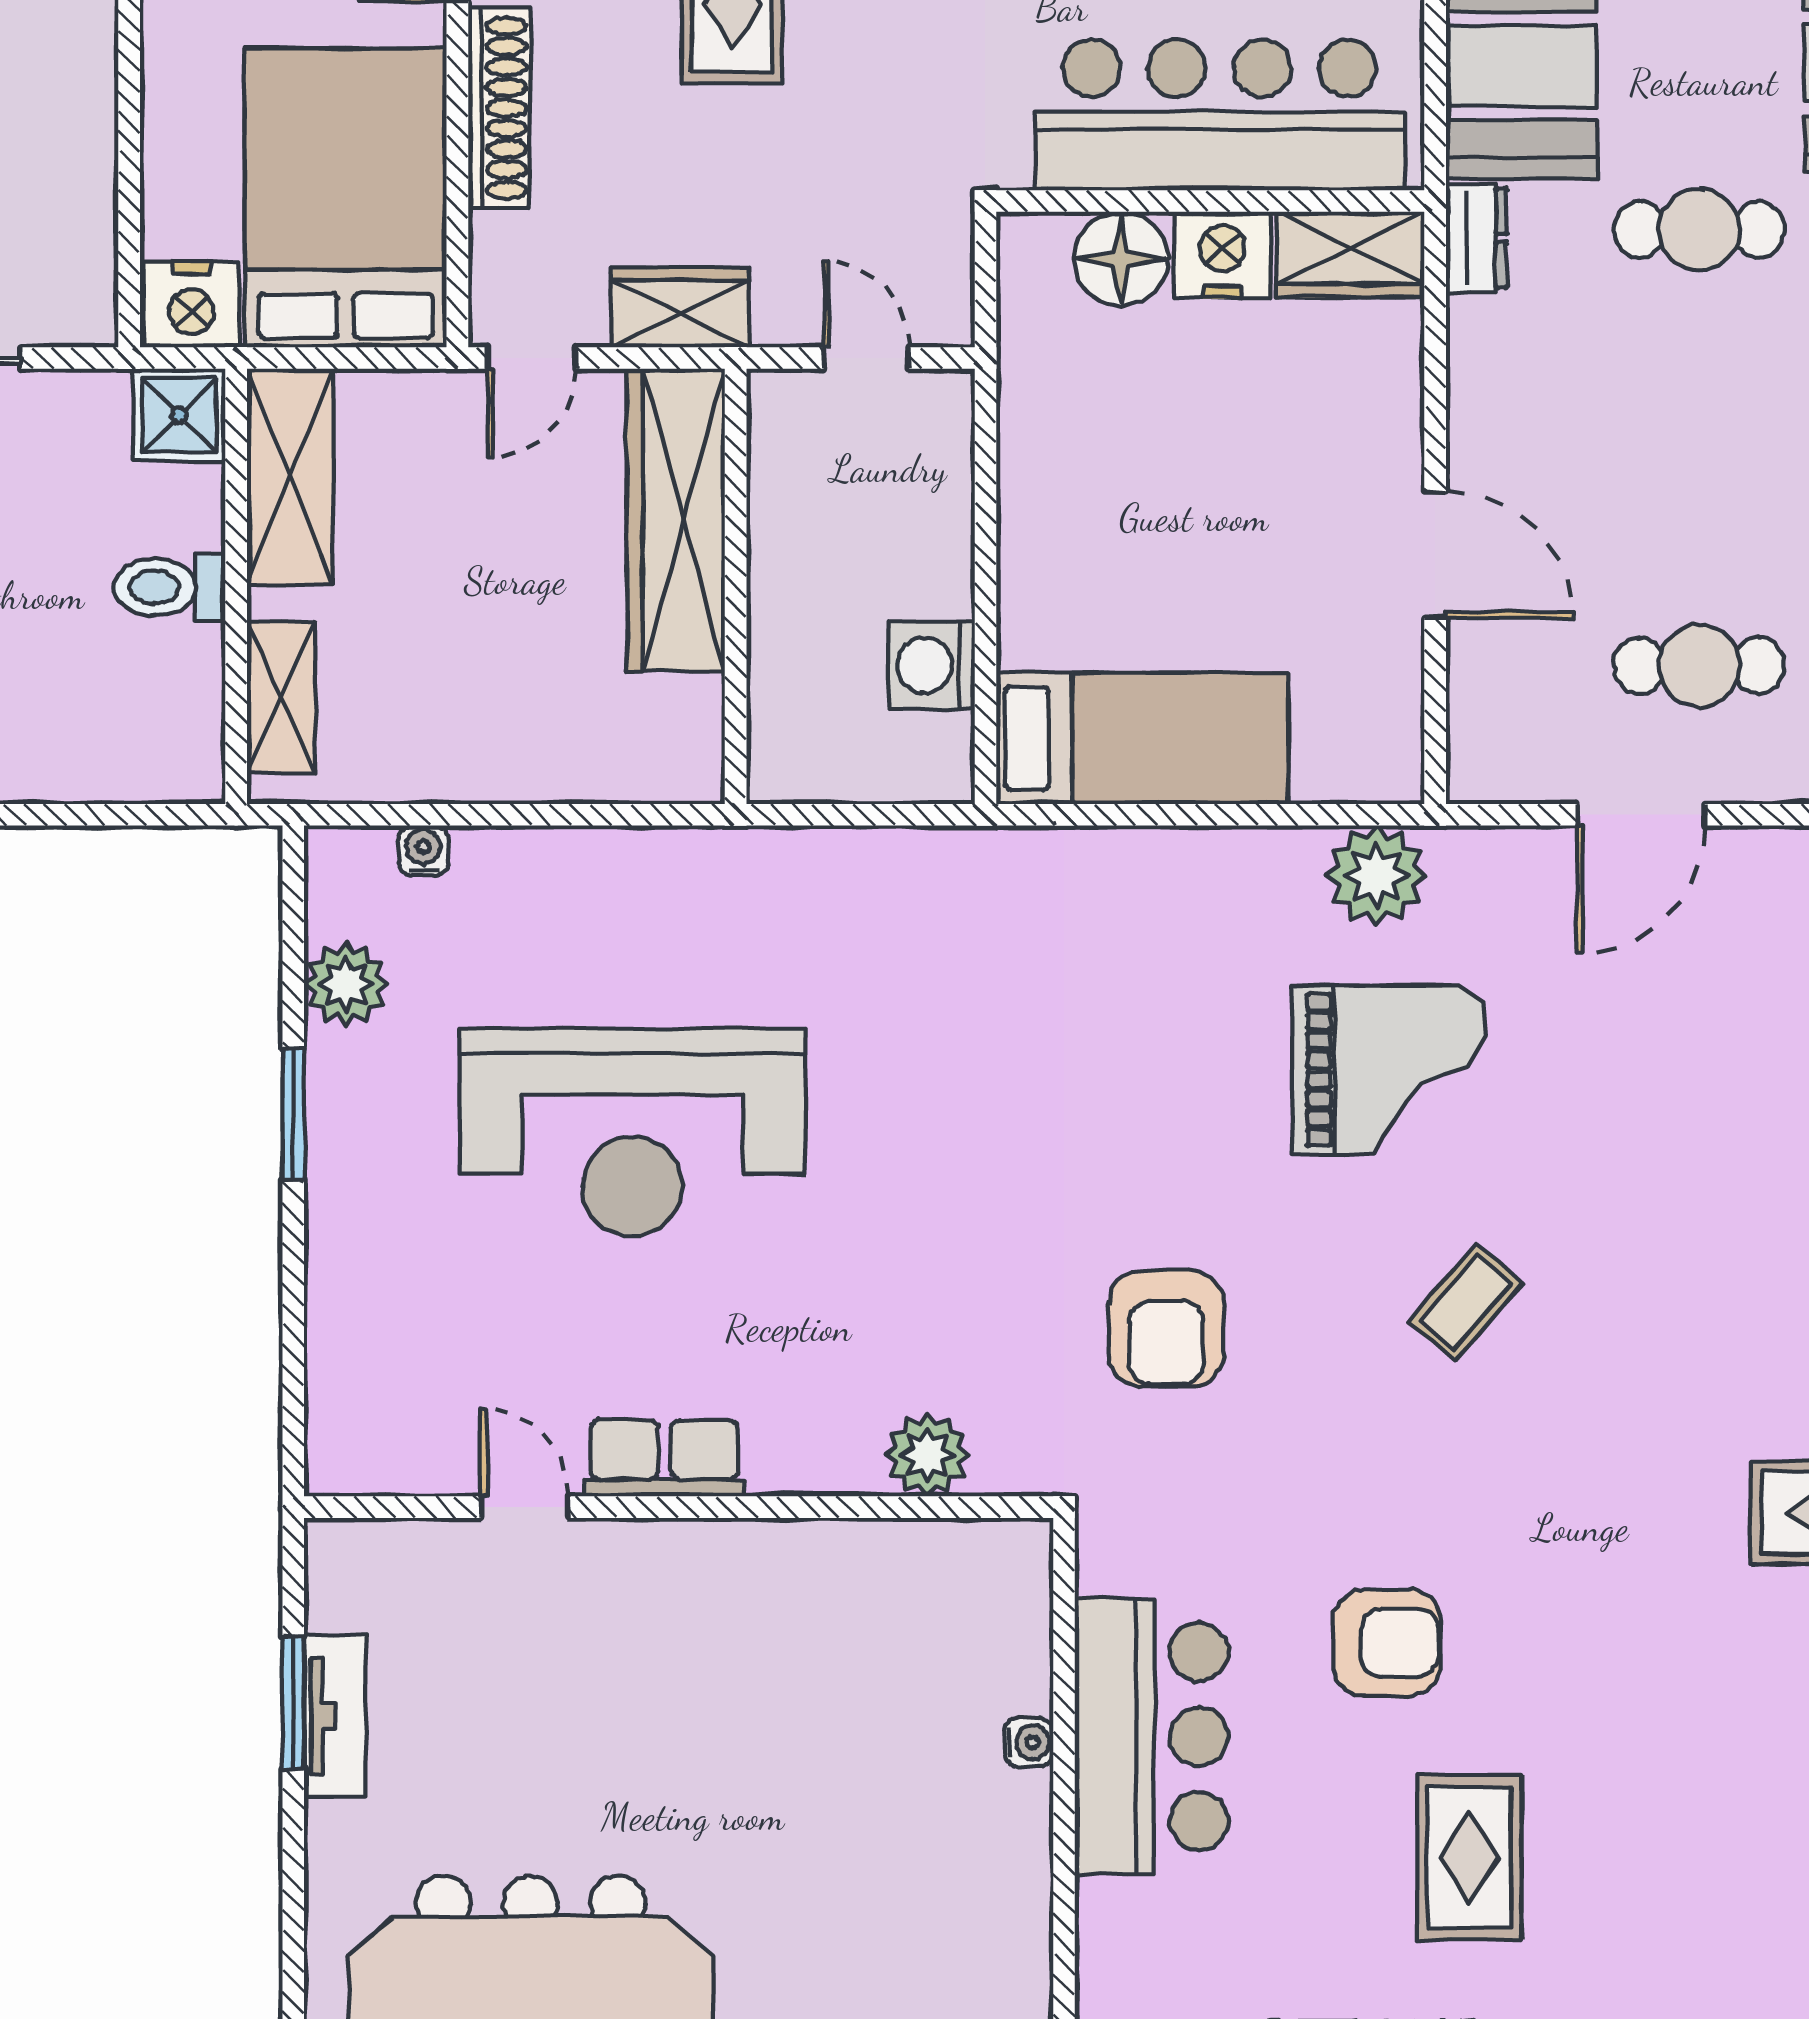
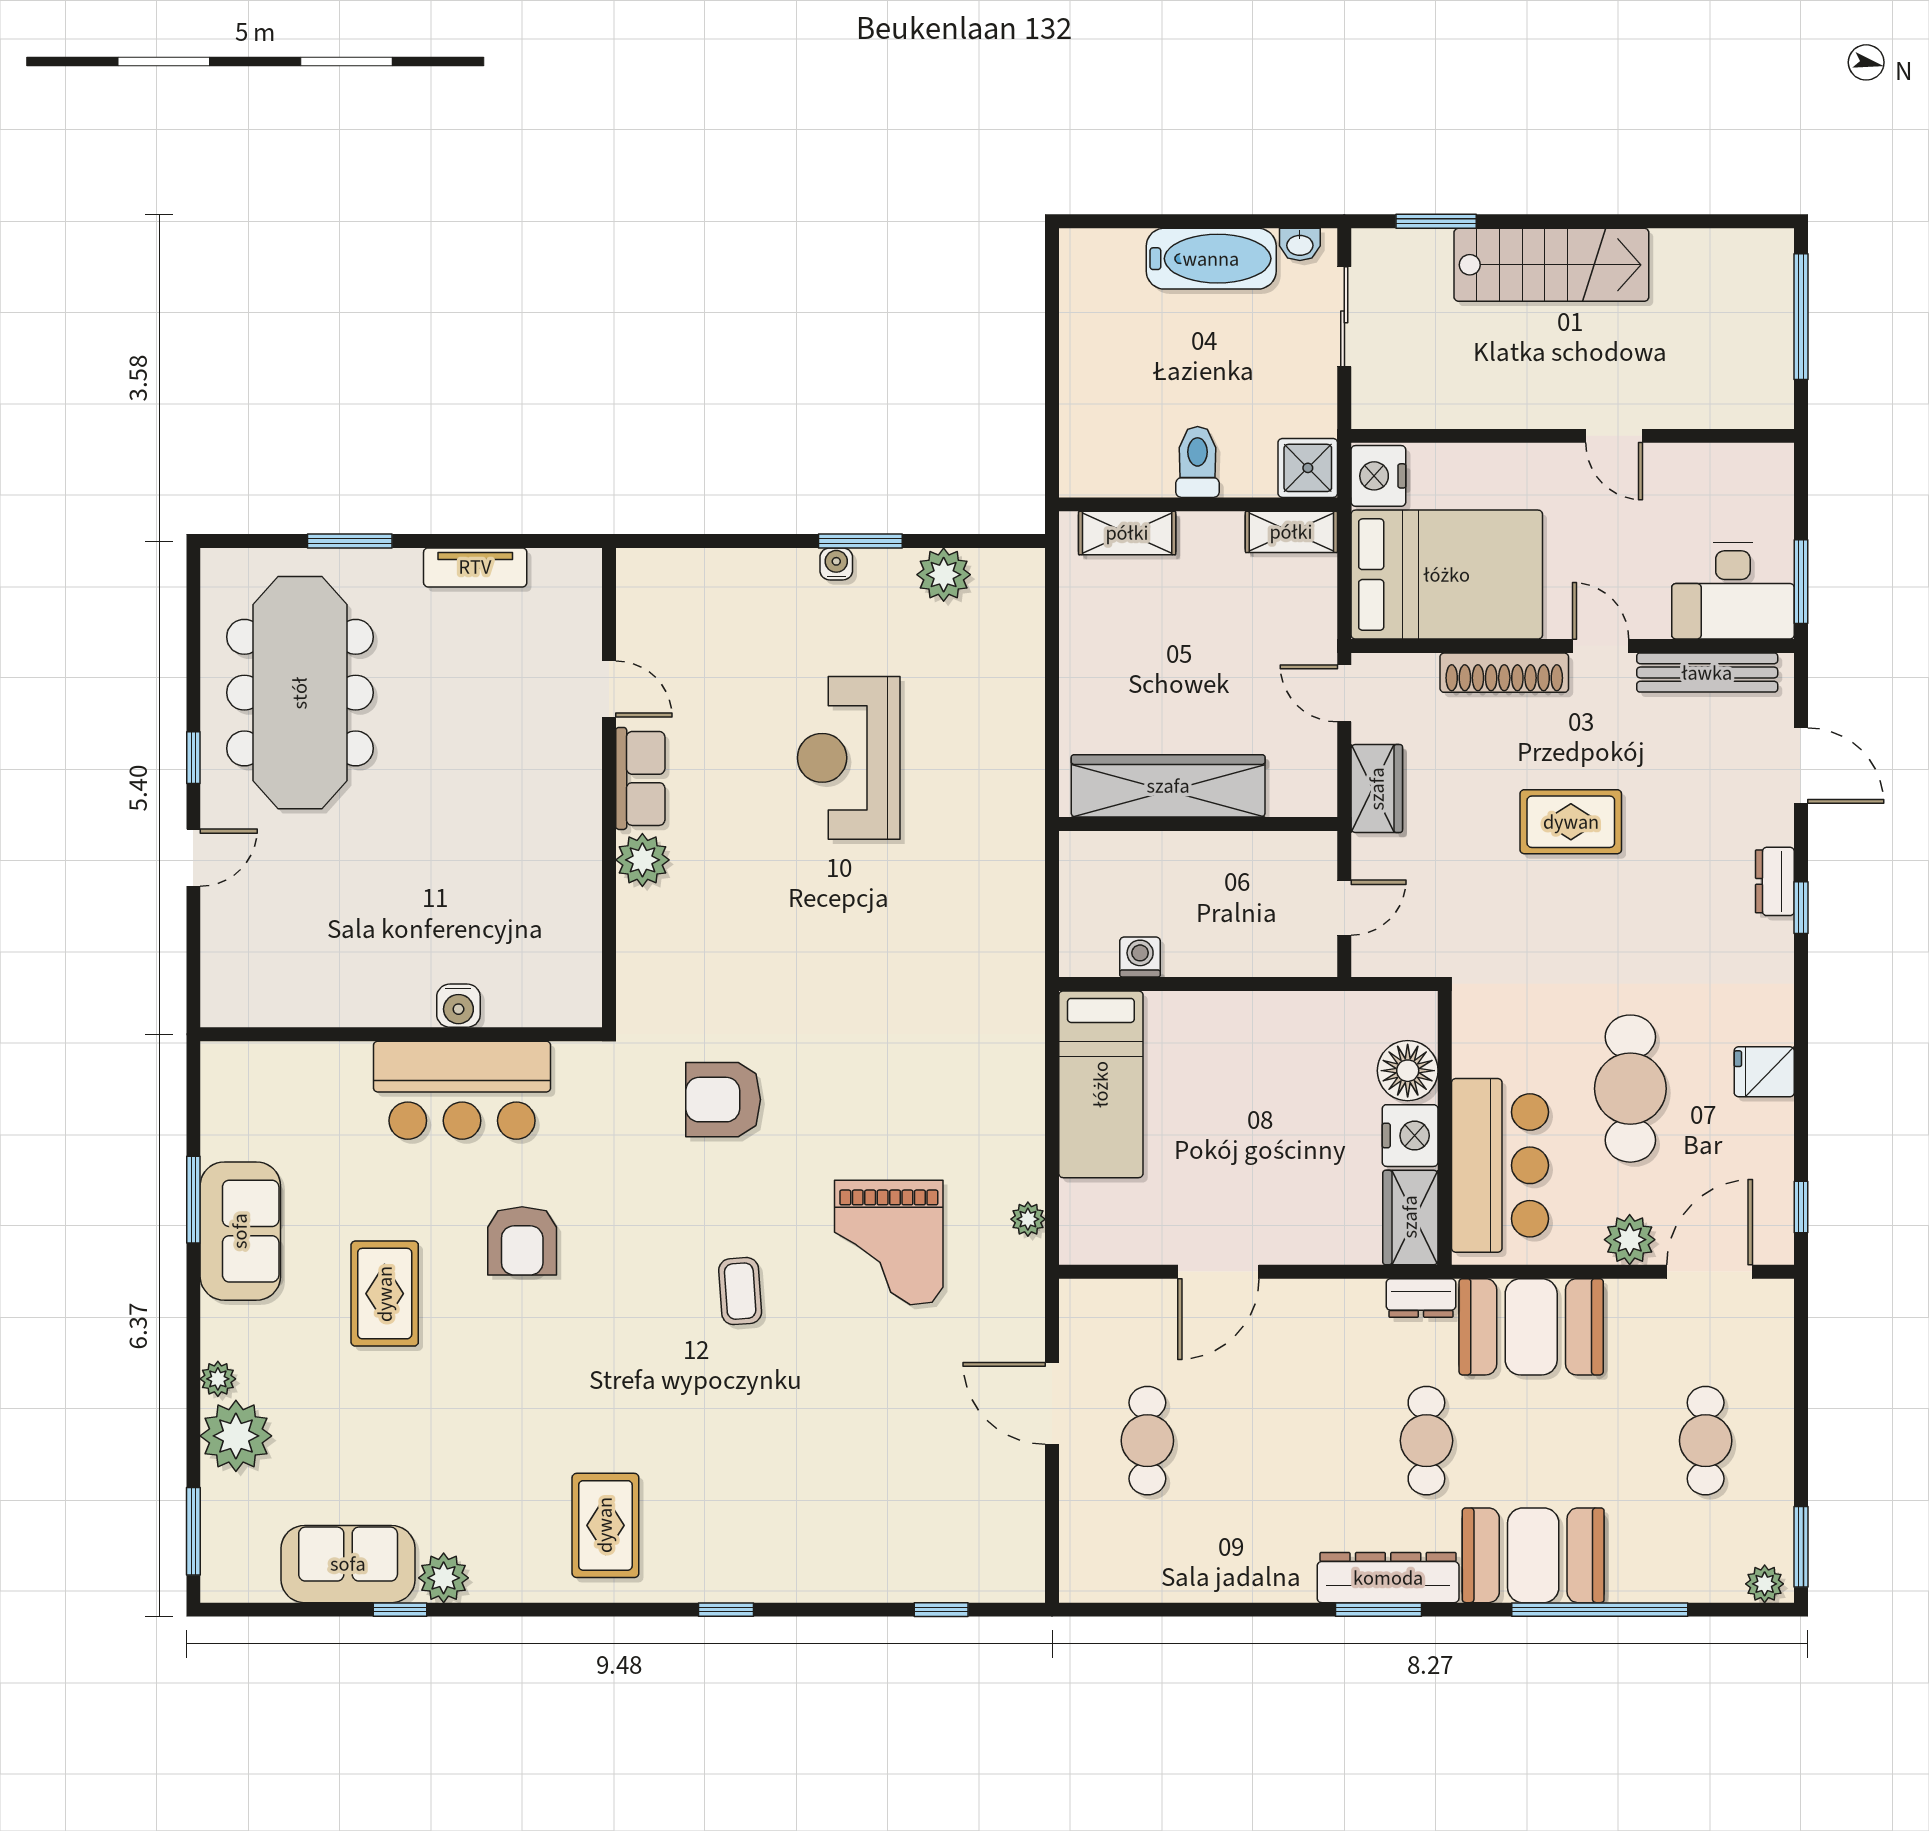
bar counter: (1220, 115) -> (1500, 1165), width x0.73
shelving: (290, 477) -> (1291, 532), width x0.67, depth x0.75
wardrobe: (676, 520) -> (1168, 786), moved
washing machine: (931, 665) -> (1140, 957), width x0.73, depth x0.73
water cooler: (423, 851) -> (836, 564), moved, turned -90
plant: (1377, 876) -> (1028, 1219), width x0.53, depth x0.53
reception desk: (632, 1132) -> (849, 758), width x0.74, depth x0.77
coffee table: (1466, 1302) -> (740, 1291), turned 45
plant: (927, 1455) -> (642, 860), moved
door: (525, 1507) -> (609, 689), hinge flipped
window: (293, 1702) -> (350, 541), moved
water cooler: (1029, 1742) -> (458, 1006), width x1.38, depth x1.38
rug: (1469, 1858) -> (385, 1294), turned 90

